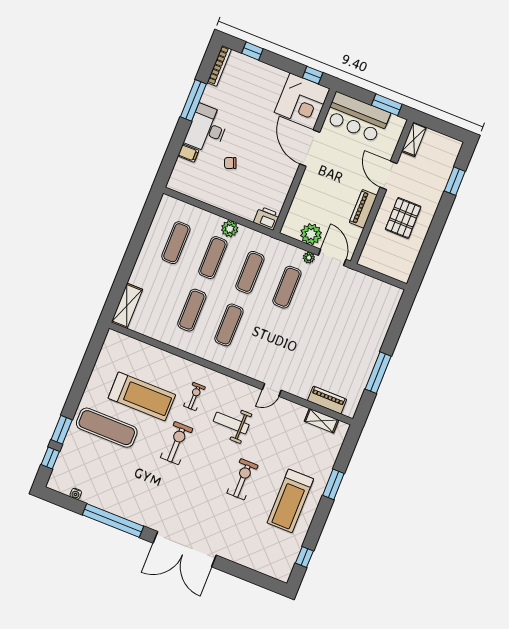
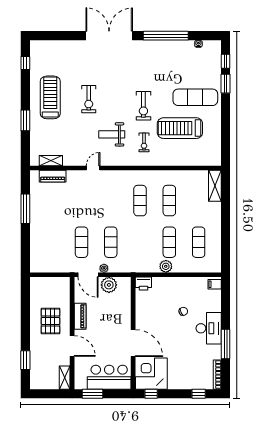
filing cabinet: (188, 153) -> (215, 284), moved
exercise mat: (250, 272) -> (81, 242), moved
weight bench: (231, 423) -> (112, 134), turned 180

